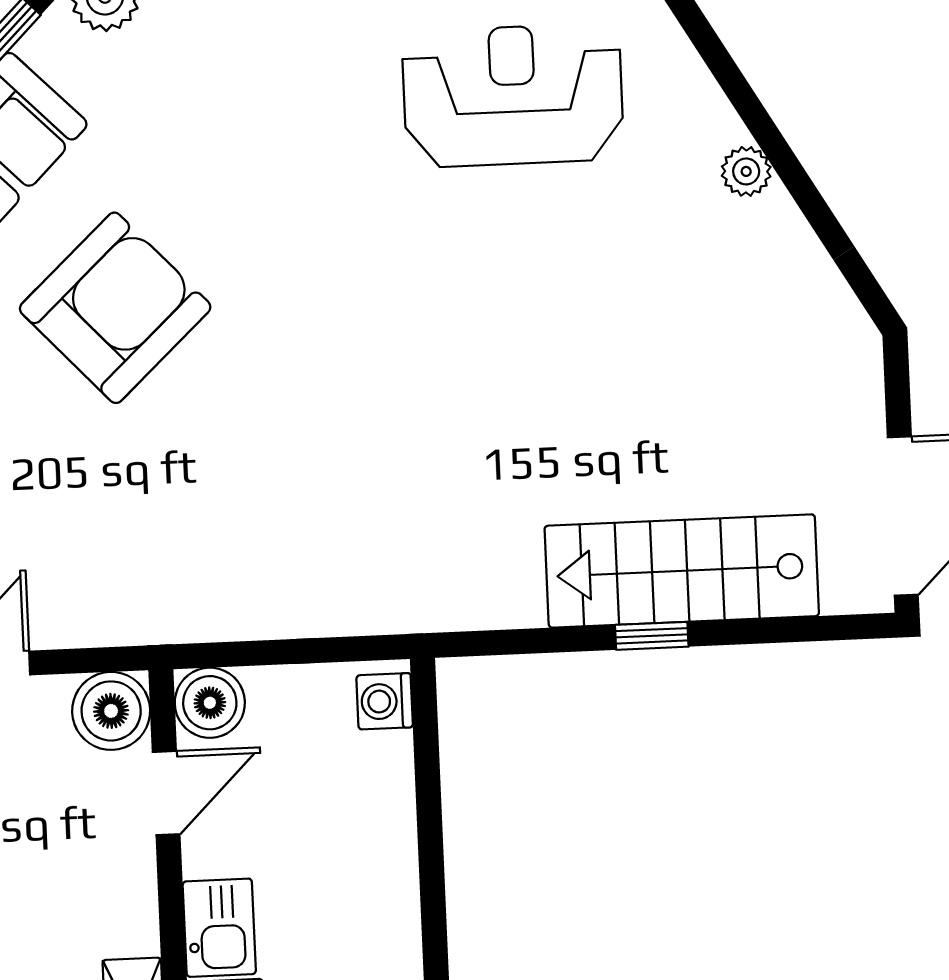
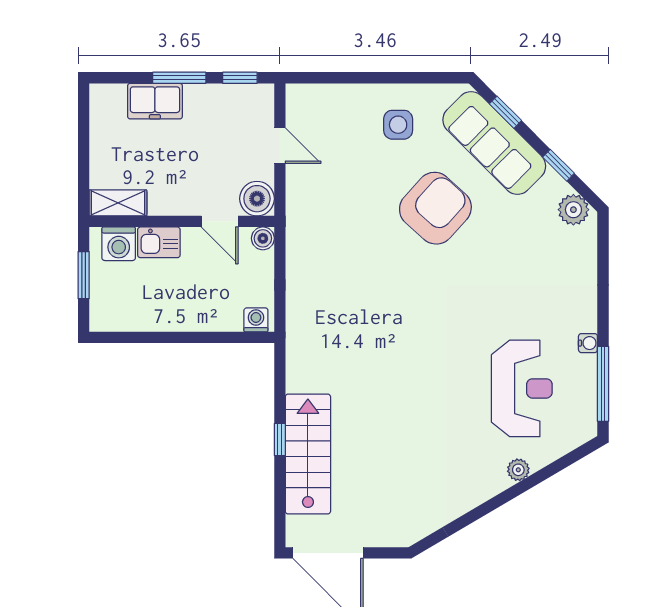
plant: (746, 171) -> (518, 470), moved
armchair: (115, 308) -> (435, 208), turned -95
boiler: (210, 703) -> (263, 238), width x0.73, depth x0.73

